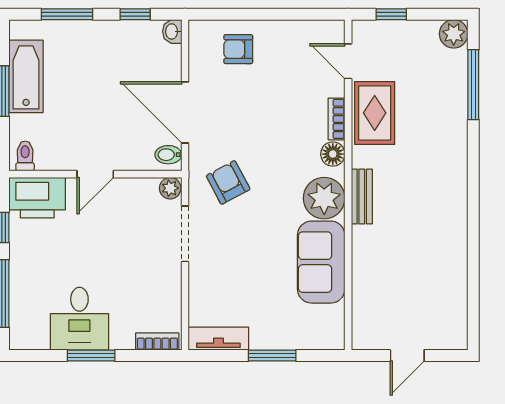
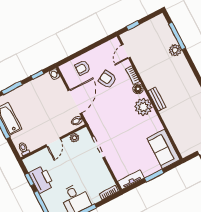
plant: (454, 34) -> (175, 50), moved
door: (348, 61) -> (126, 51), hinge flipped
door: (185, 112) -> (75, 102), swing flipped
rug: (375, 113) -> (146, 65), removed
armchair: (228, 182) -> (107, 79), moved
plant: (170, 188) -> (74, 138), moved
printer: (37, 198) -> (41, 179), moved, turned -90
sofa: (321, 262) -> (164, 149), moved

